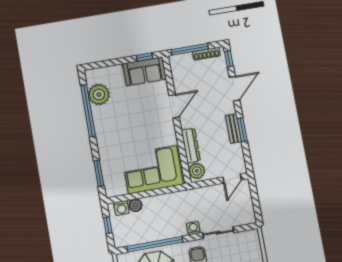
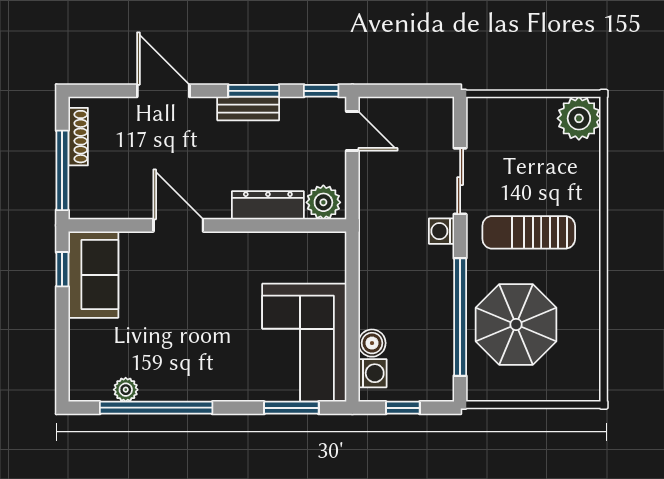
window: (229, 59) -> (321, 91), moved
plant: (99, 94) -> (126, 390), width x0.53, depth x0.53
corner sofa: (153, 170) -> (304, 343), moved

